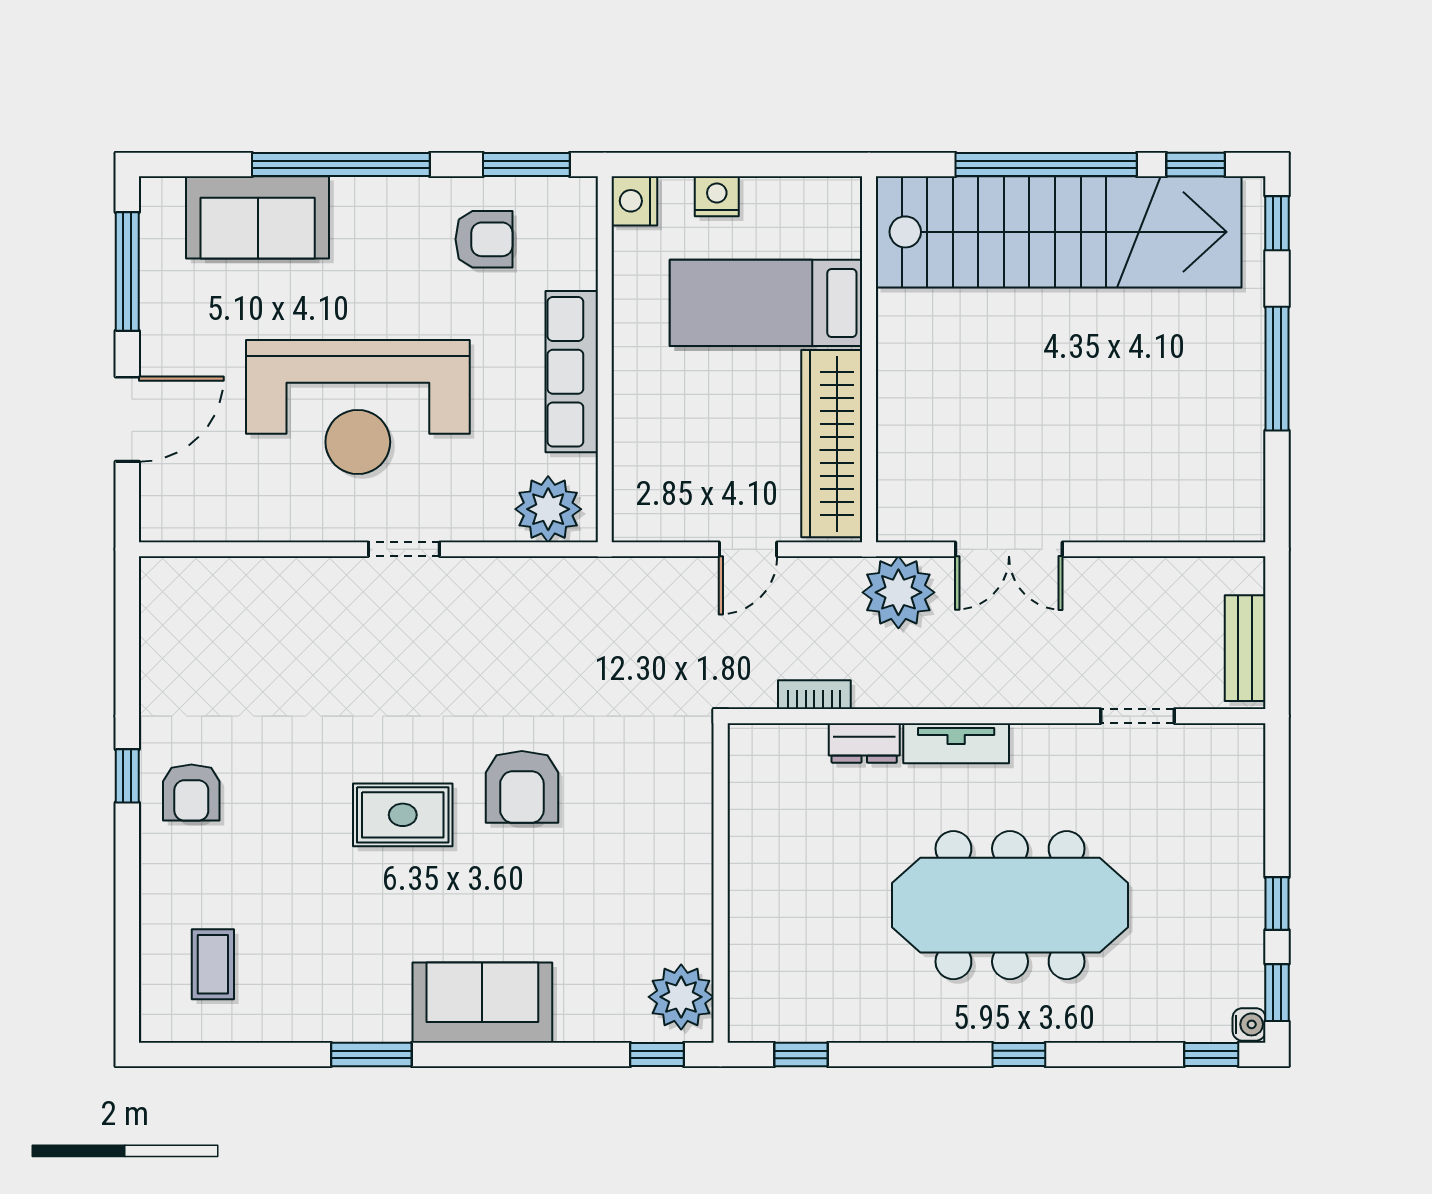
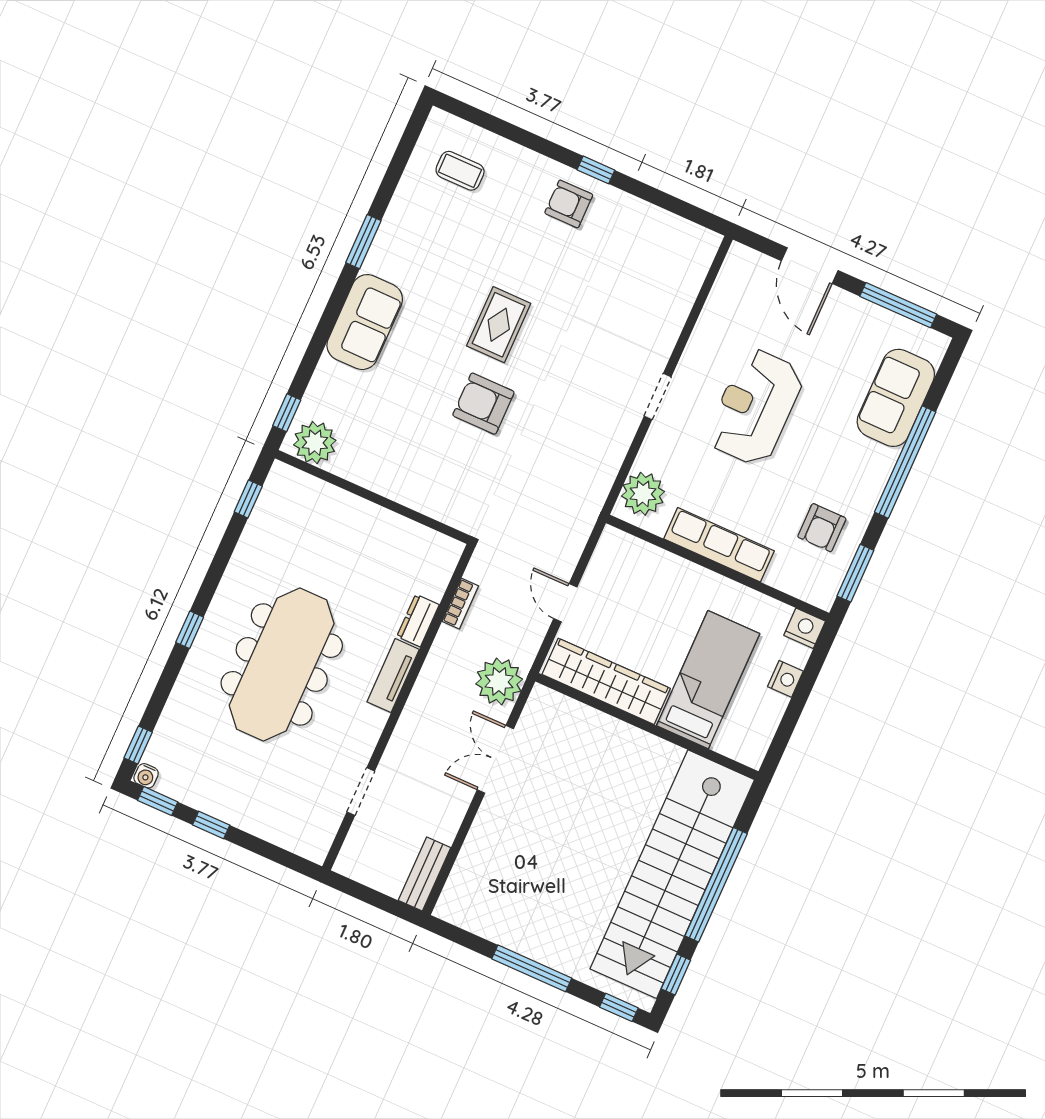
reception desk: (358, 407) -> (755, 407), width x0.74, depth x0.77
bench: (1245, 648) -> (424, 874), moved, turned 90

